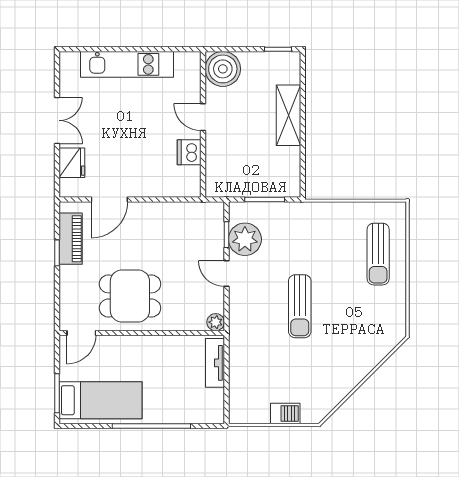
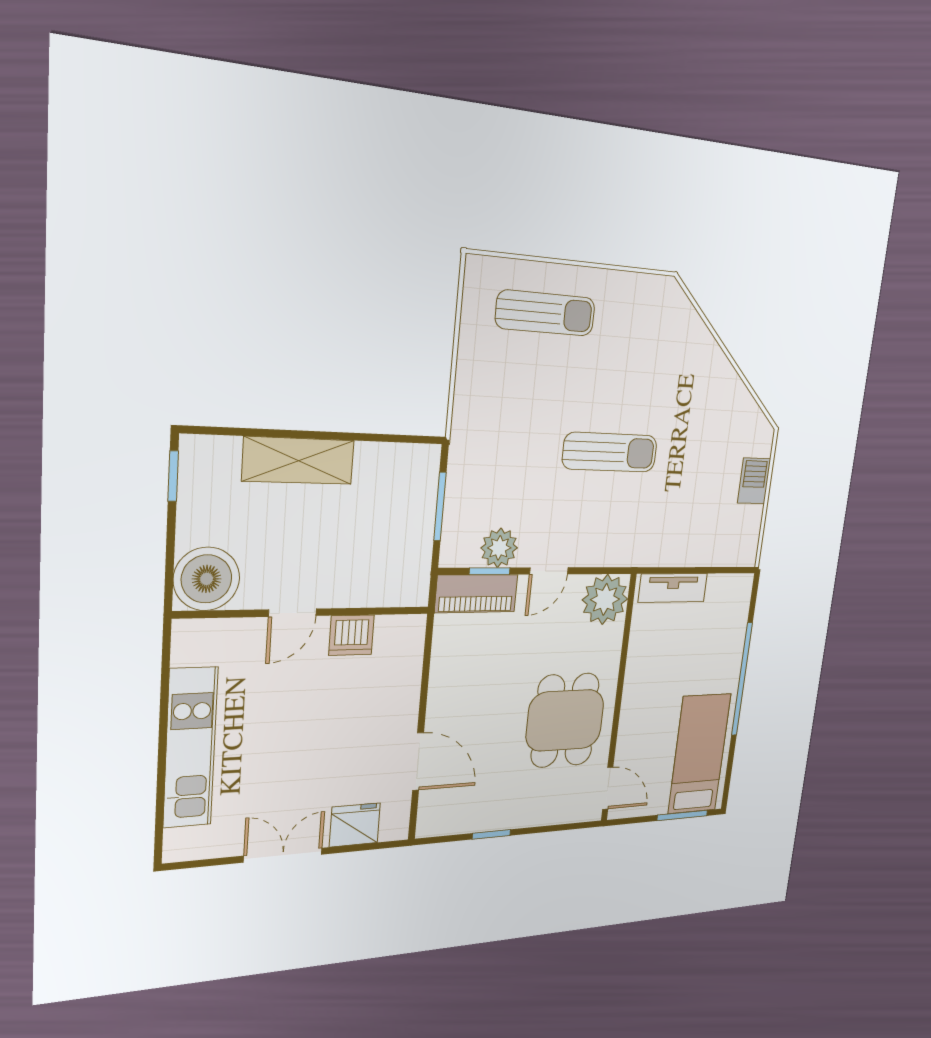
piano: (71, 239) -> (476, 594), moved, turned 180
plant: (245, 239) -> (499, 548), width x0.73, depth x0.73
plant: (216, 322) -> (605, 599), width x1.88, depth x1.88

